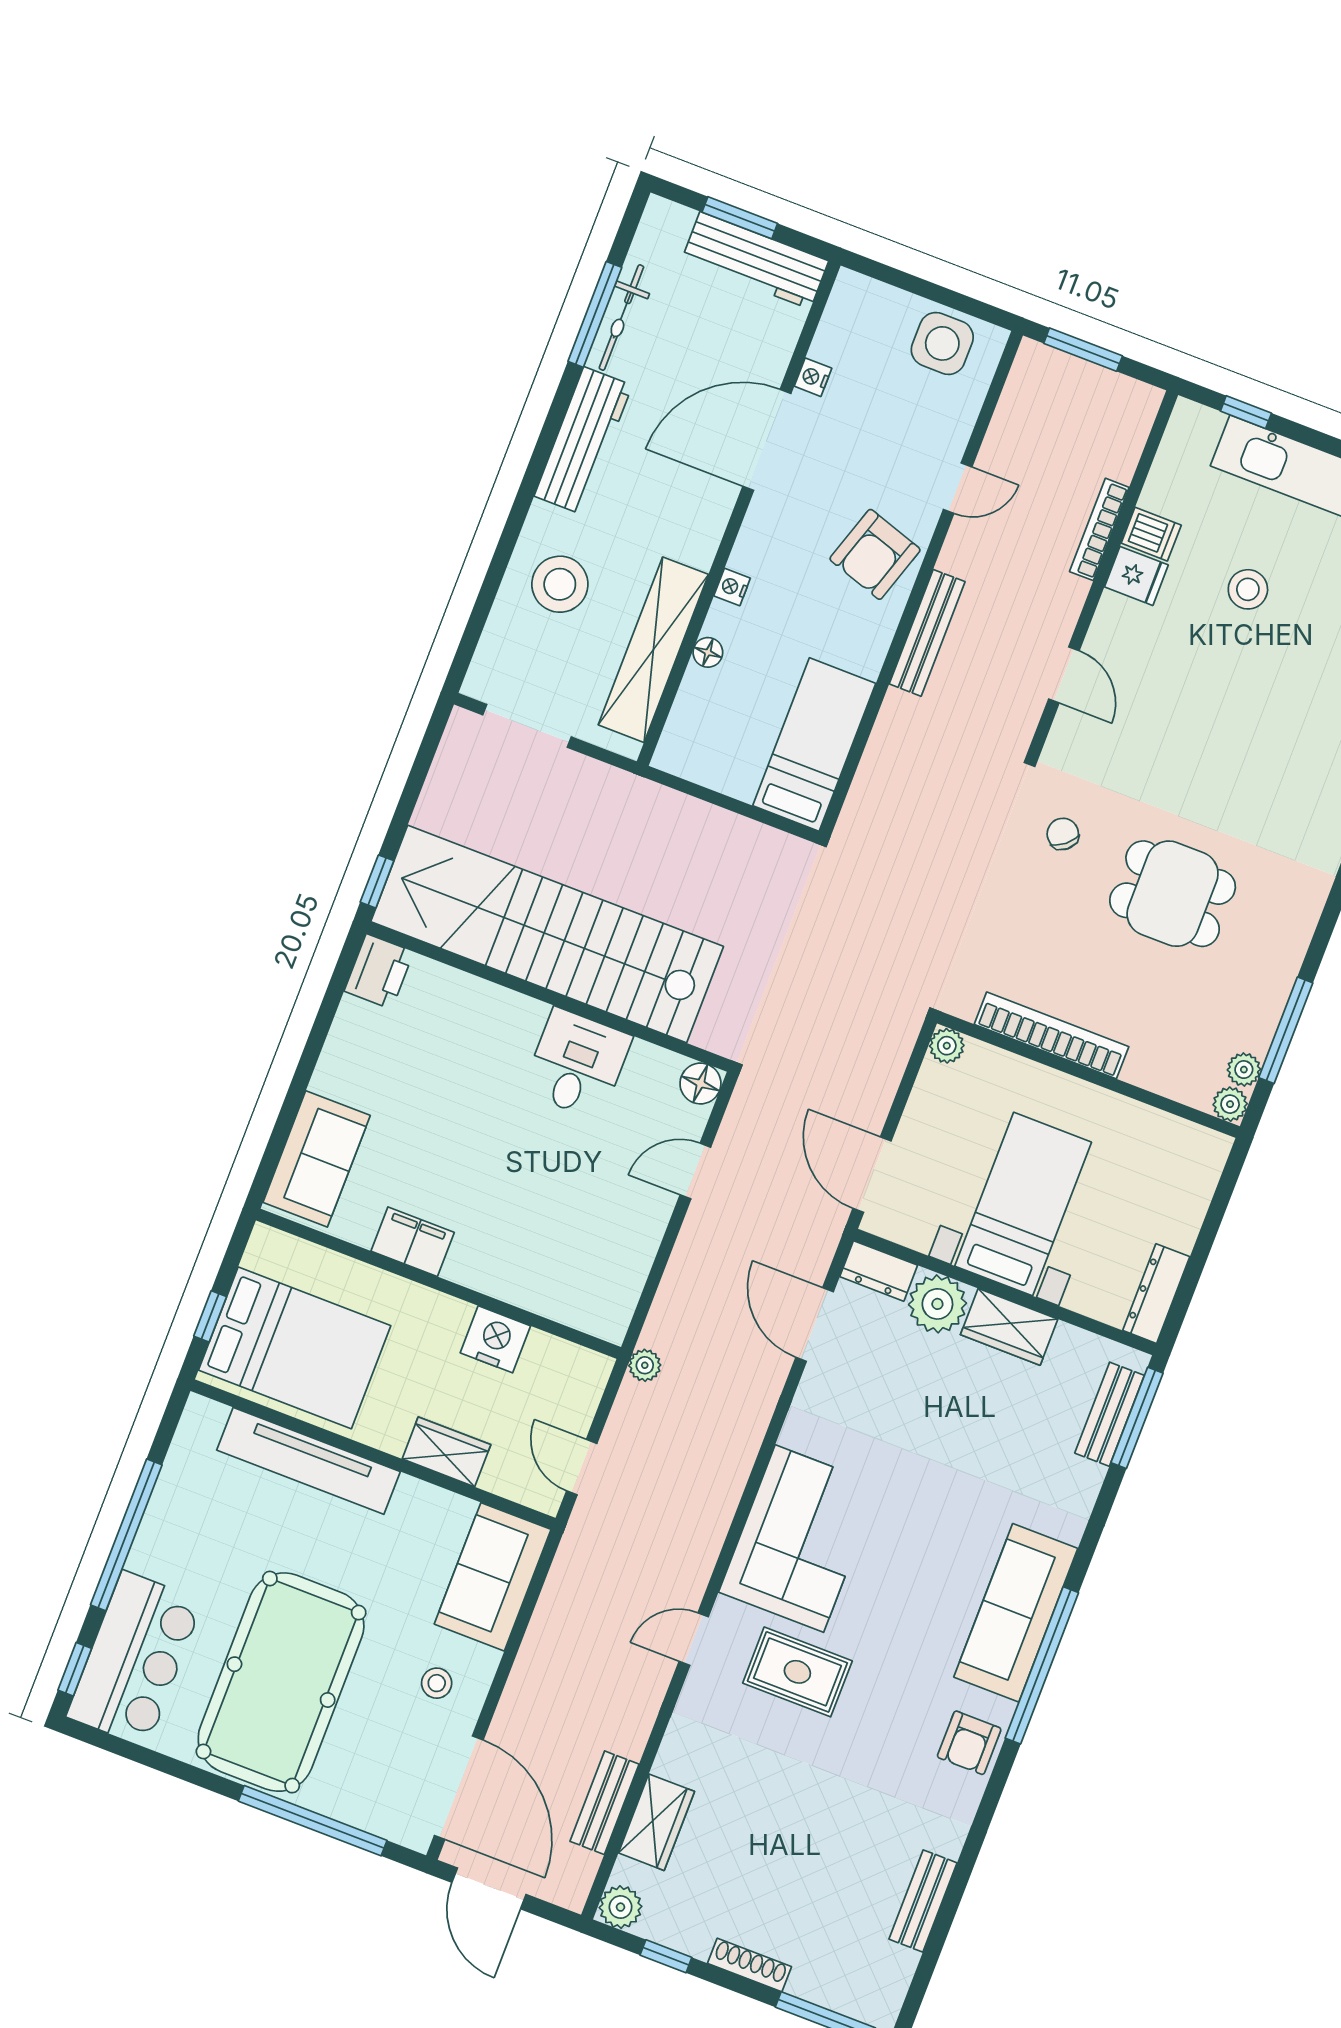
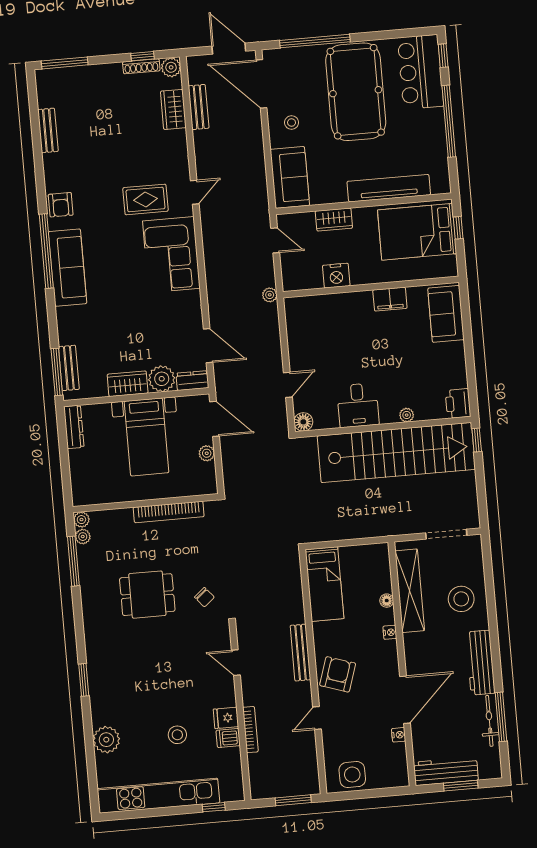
plant: (491, 998) -> (407, 415), added
plant: (947, 1046) -> (207, 453), moved
armchair: (969, 1743) -> (61, 205), turned 180
shoe rack: (750, 1965) -> (141, 66), moved

